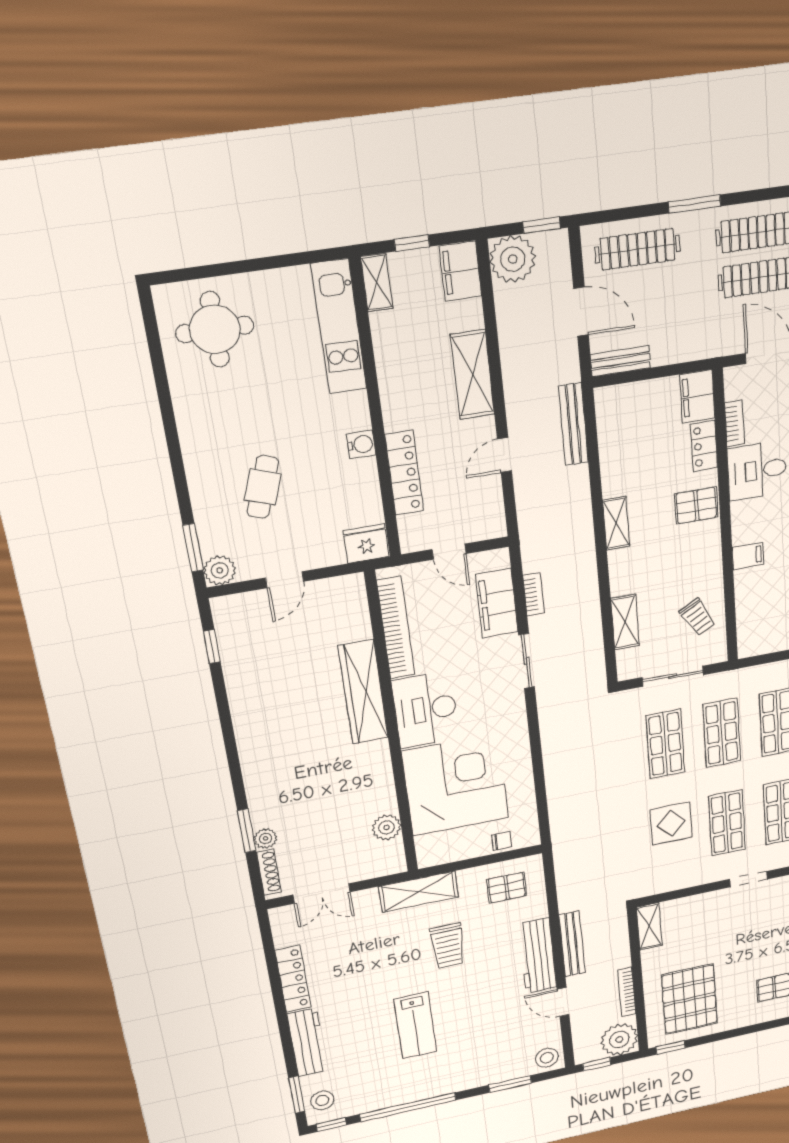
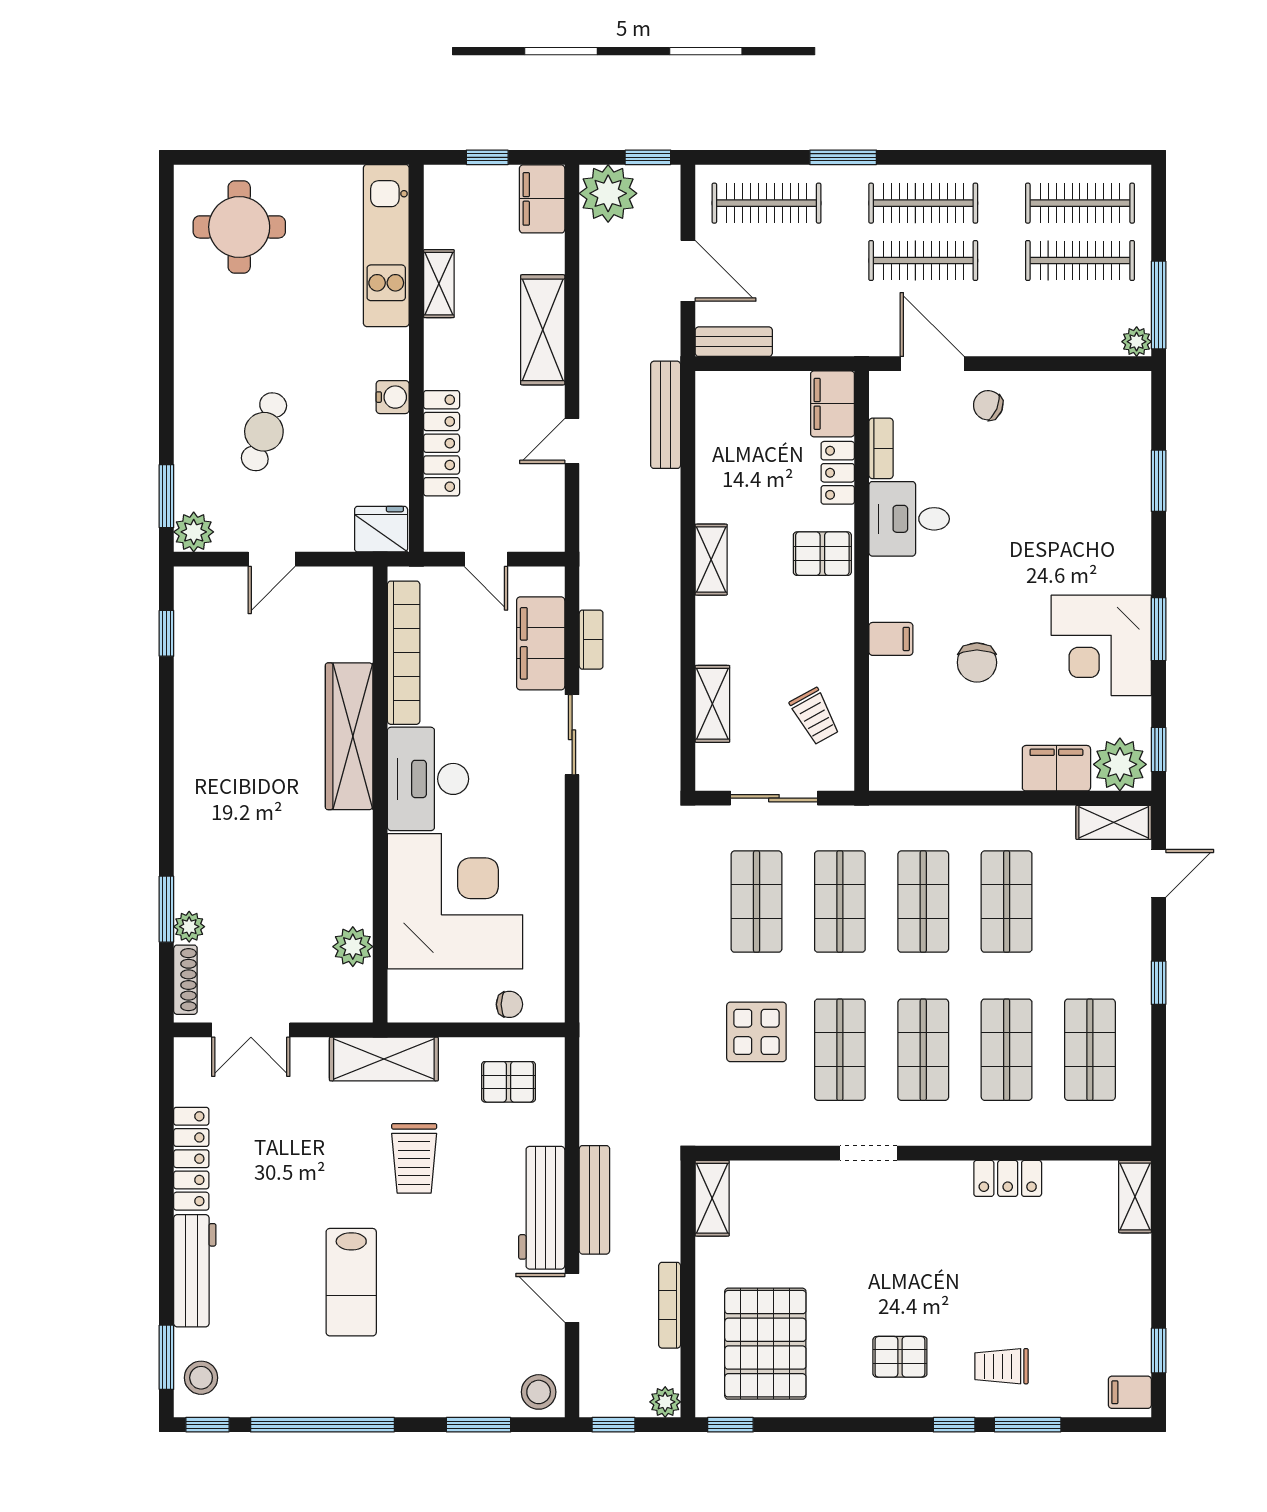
shelving: (377, 282) -> (439, 284), moved
plant: (619, 1039) -> (665, 1402), width x0.53, depth x0.53

